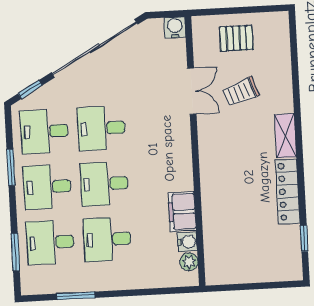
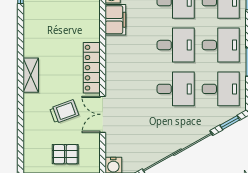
locker: (288, 191) -> (92, 68), moved, turned 180

